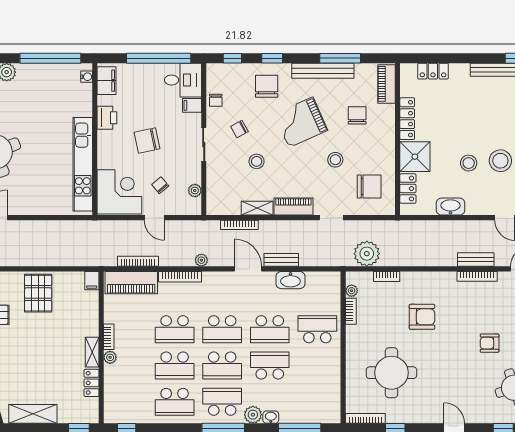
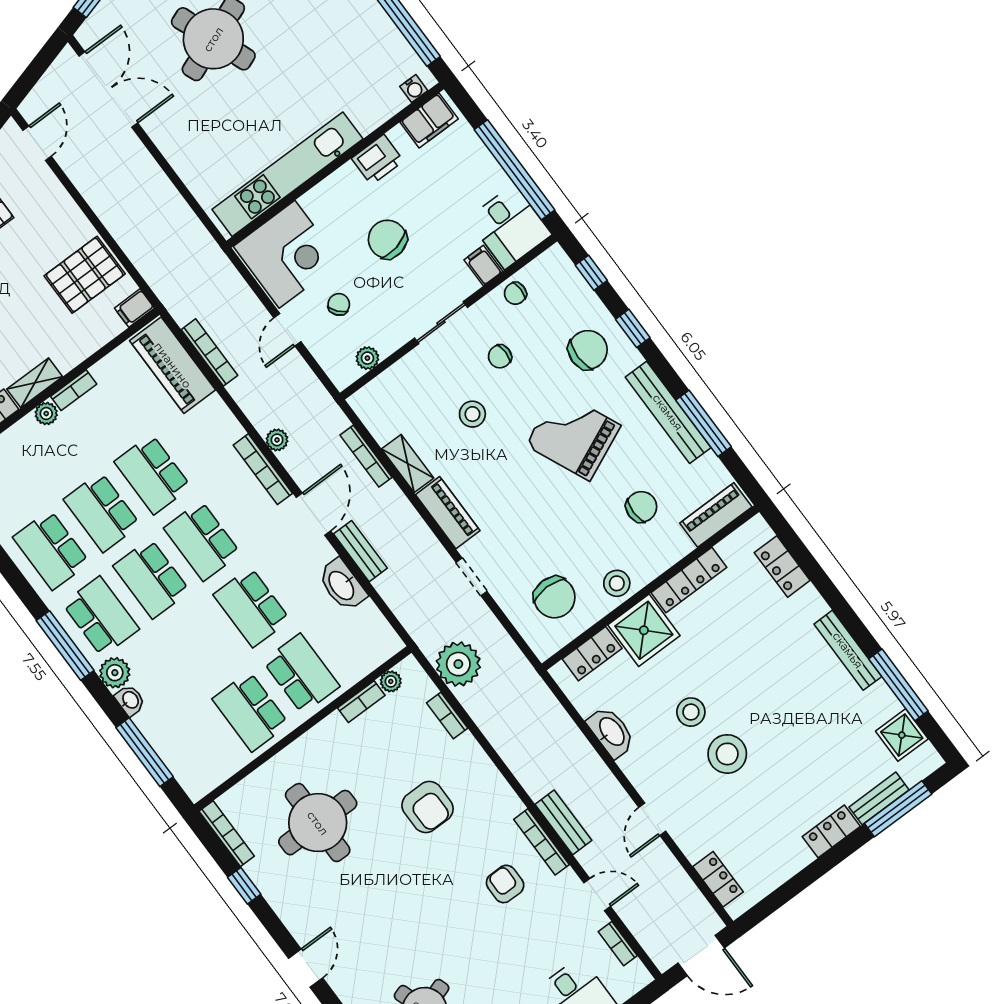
chair: (239, 129) -> (500, 356), turned -61
stool: (335, 160) -> (617, 583), moved
bookcase: (180, 277) -> (263, 469), moved
pallet: (38, 293) -> (85, 275), moved
armchair: (490, 343) -> (505, 884), moved
school desk: (270, 366) -> (251, 711), moved, turned 180

